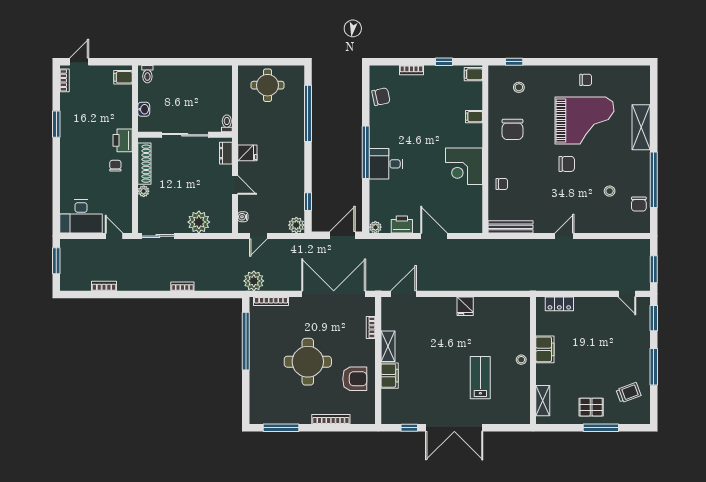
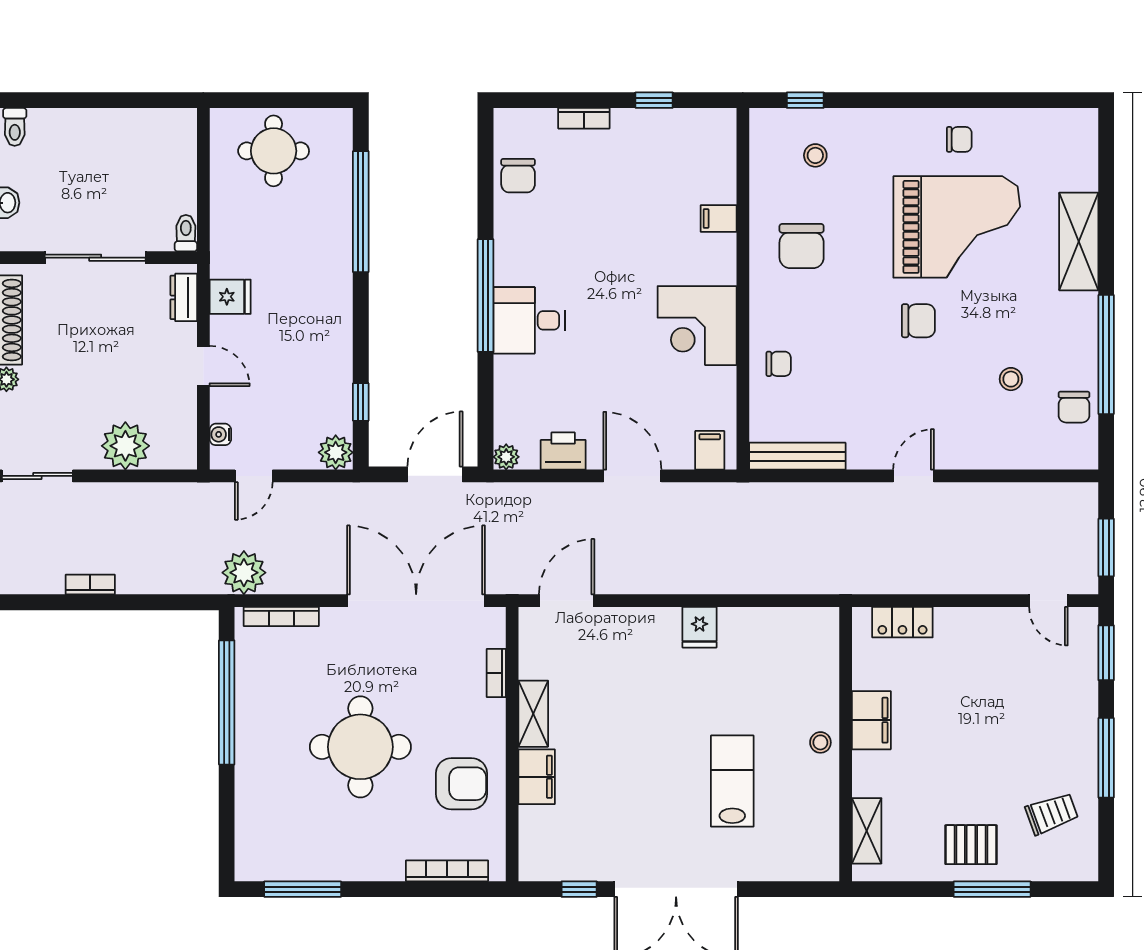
filing cabinet: (473, 74) -> (710, 450), moved, turned 90
chair: (381, 97) -> (518, 176), turned 102
bookcase: (331, 419) -> (447, 871), moved

